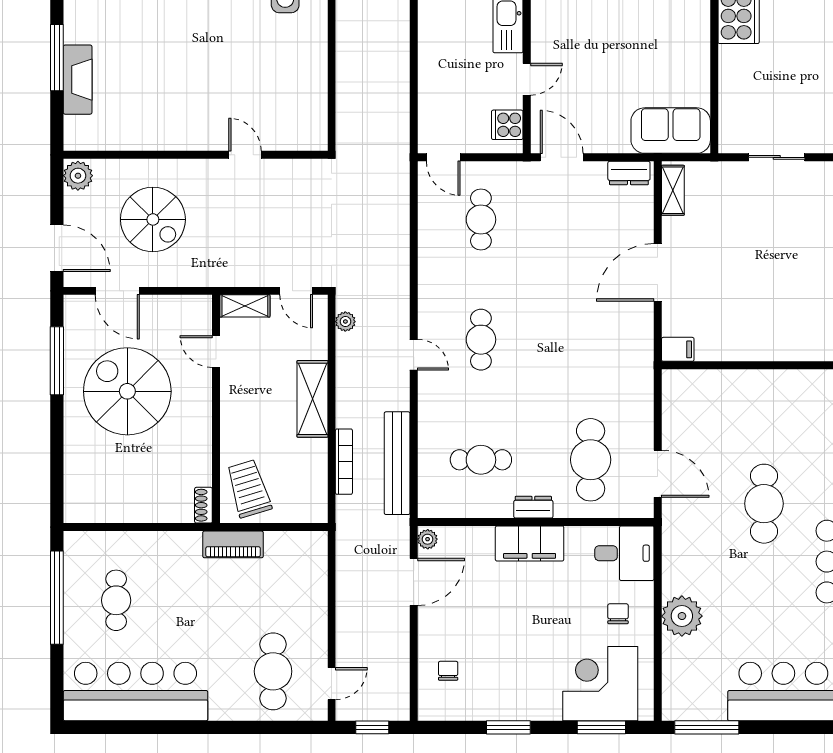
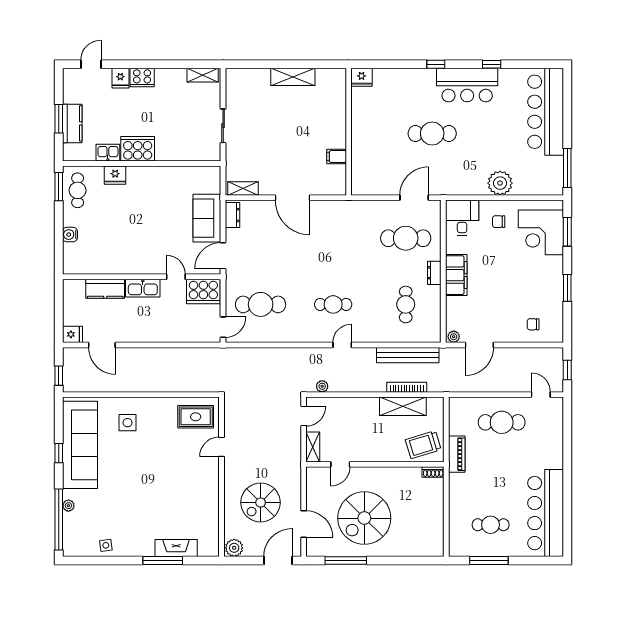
rug: (295, 112) -> (196, 417), added
cooker: (507, 125) -> (203, 291), width x1.87, depth x1.31
sofa: (671, 131) -> (207, 218), moved
spiral stairs: (153, 219) -> (261, 503), turned 180
cafe table: (481, 220) -> (261, 304), width x1.37, depth x1.35
door: (117, 291) -> (304, 524), hinge flipped
filing cabinet: (678, 349) -> (337, 156), moved, turned -90
shelving: (312, 399) -> (403, 406), moved
door: (414, 582) -> (479, 345), swing flipped
window: (57, 598) -> (489, 561), width x0.68
cafe table: (273, 671) -> (502, 422), moved

